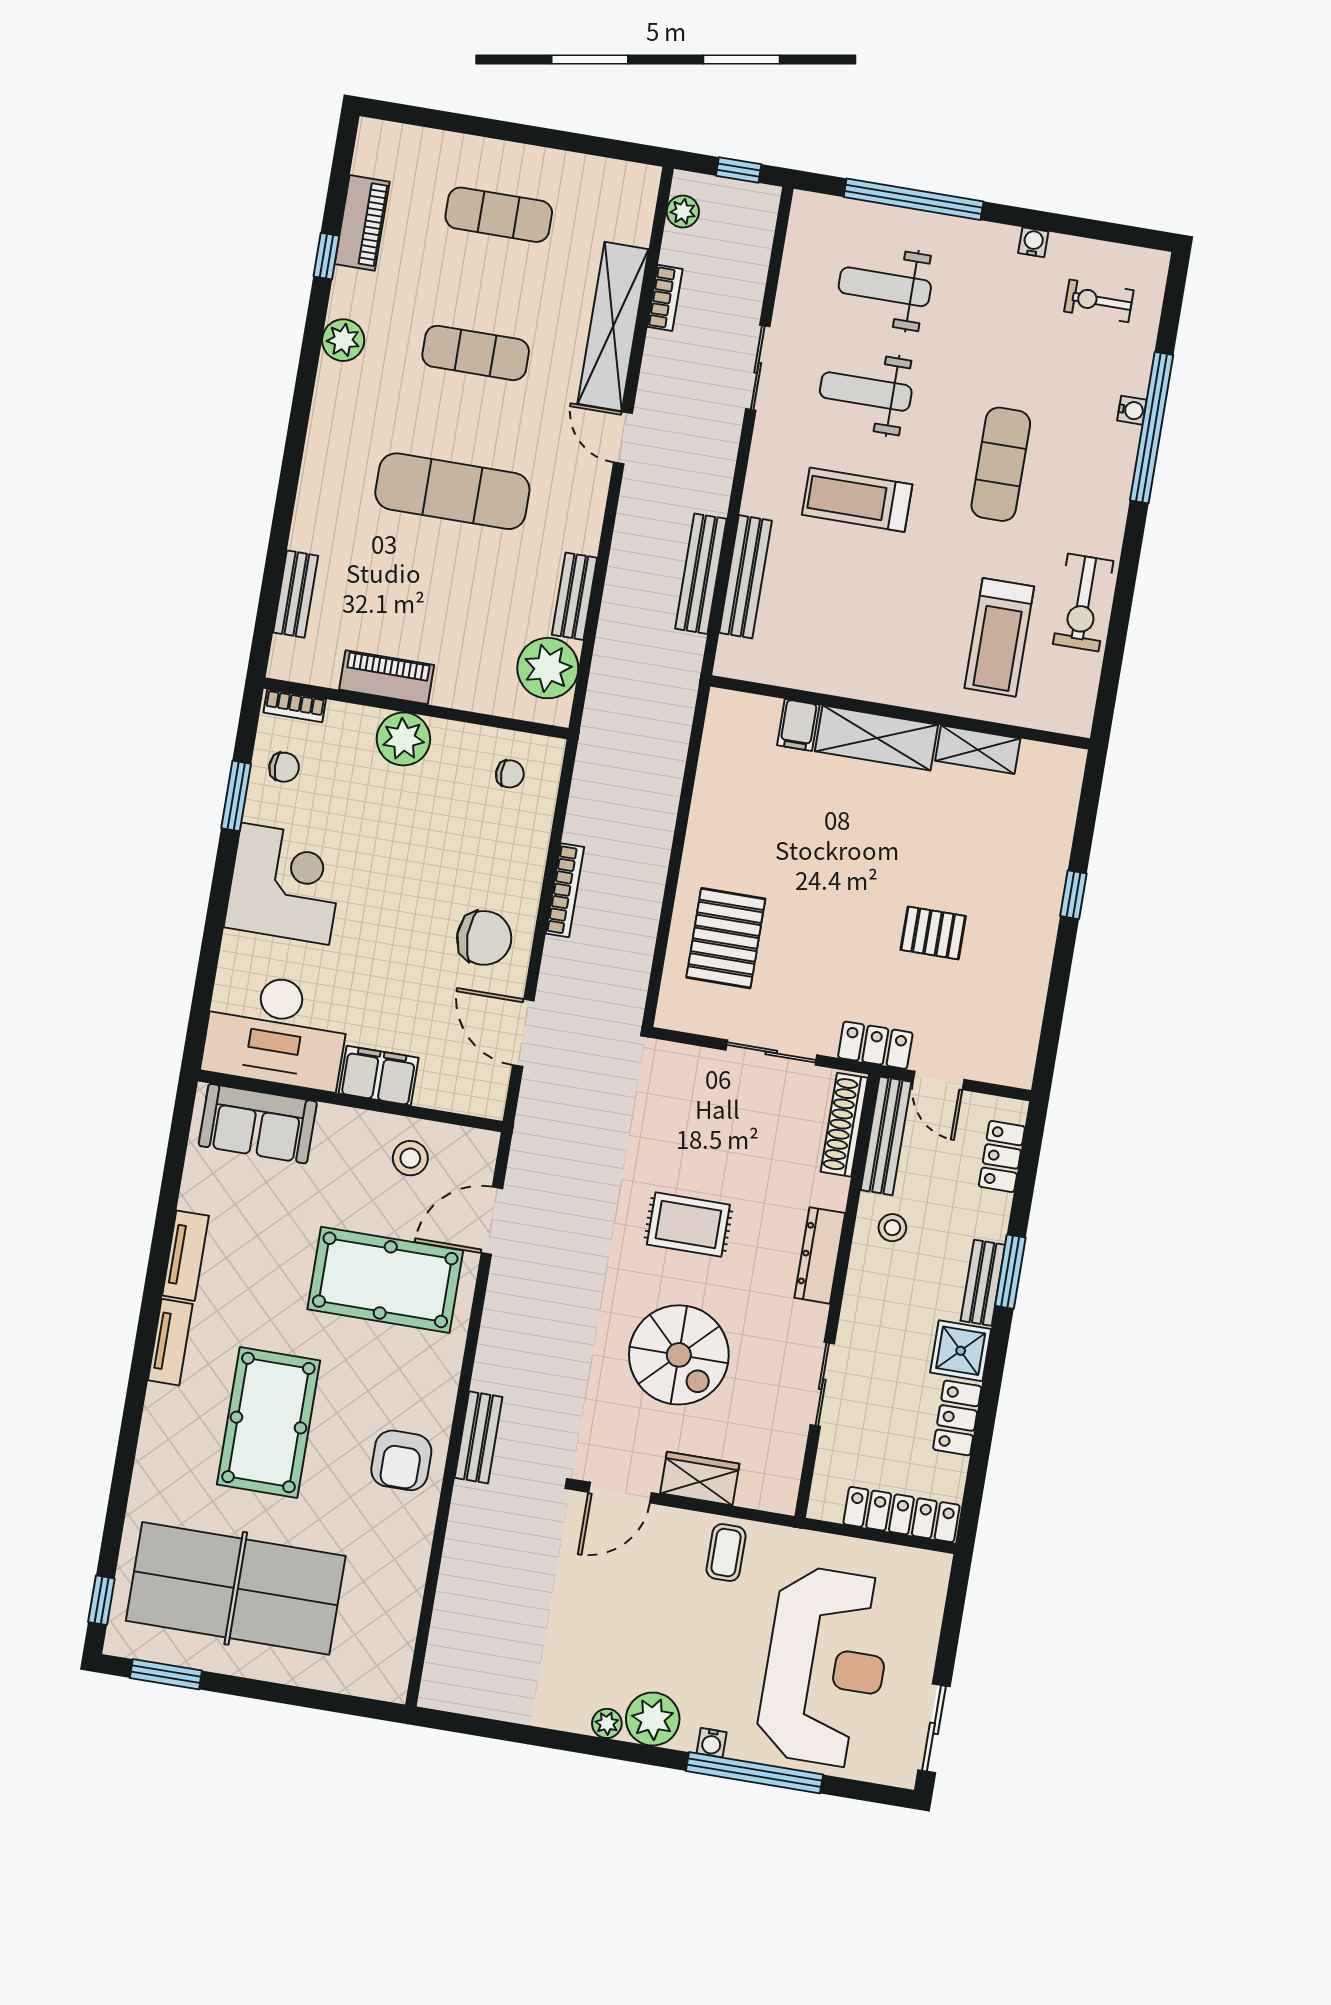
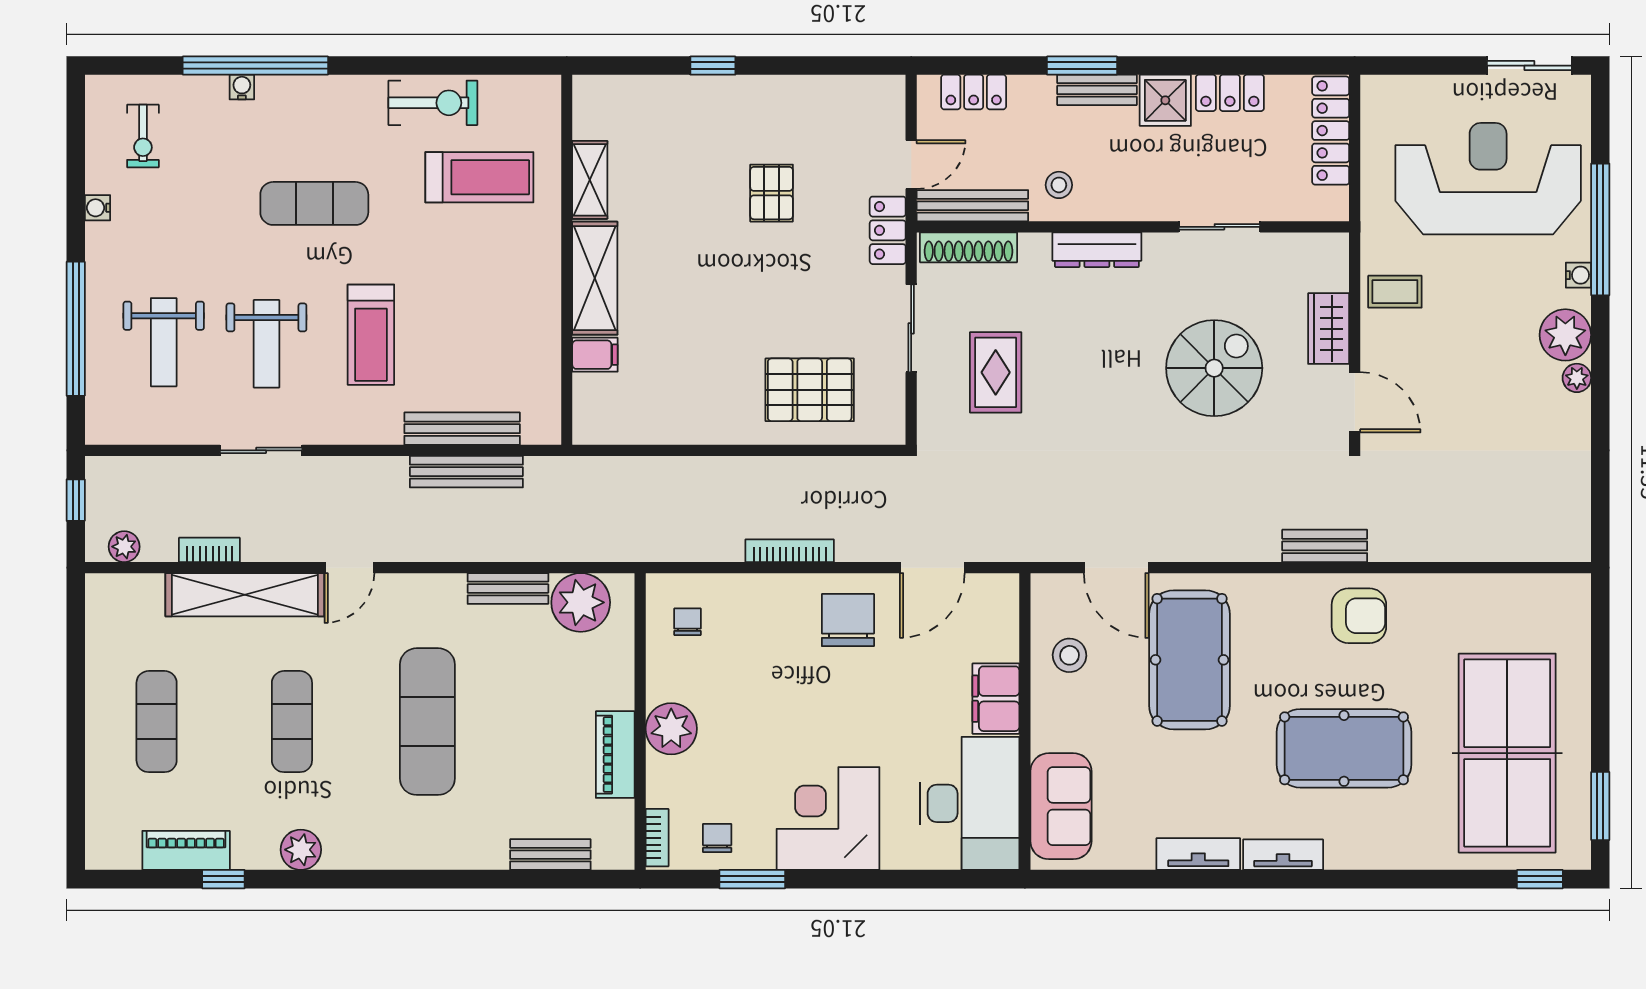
rug: (688, 1225) -> (996, 372), moved

